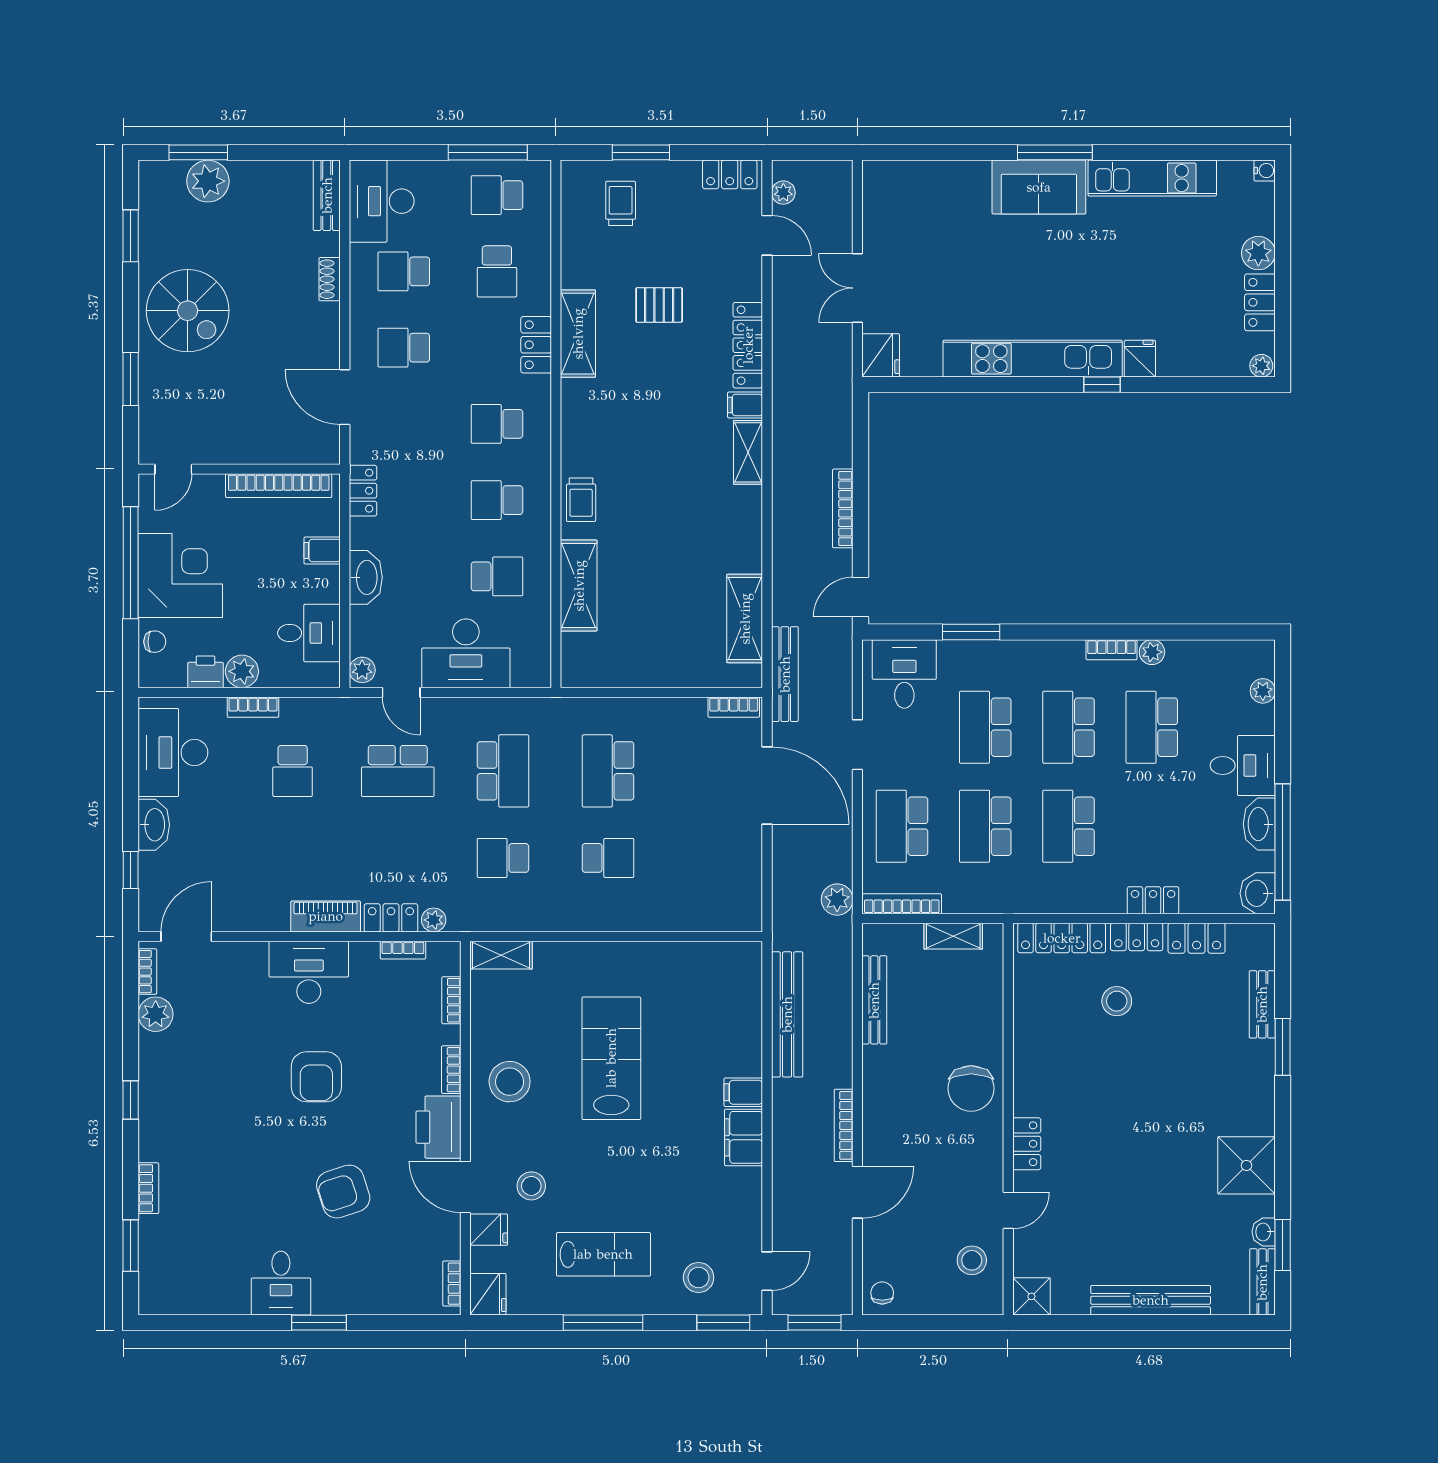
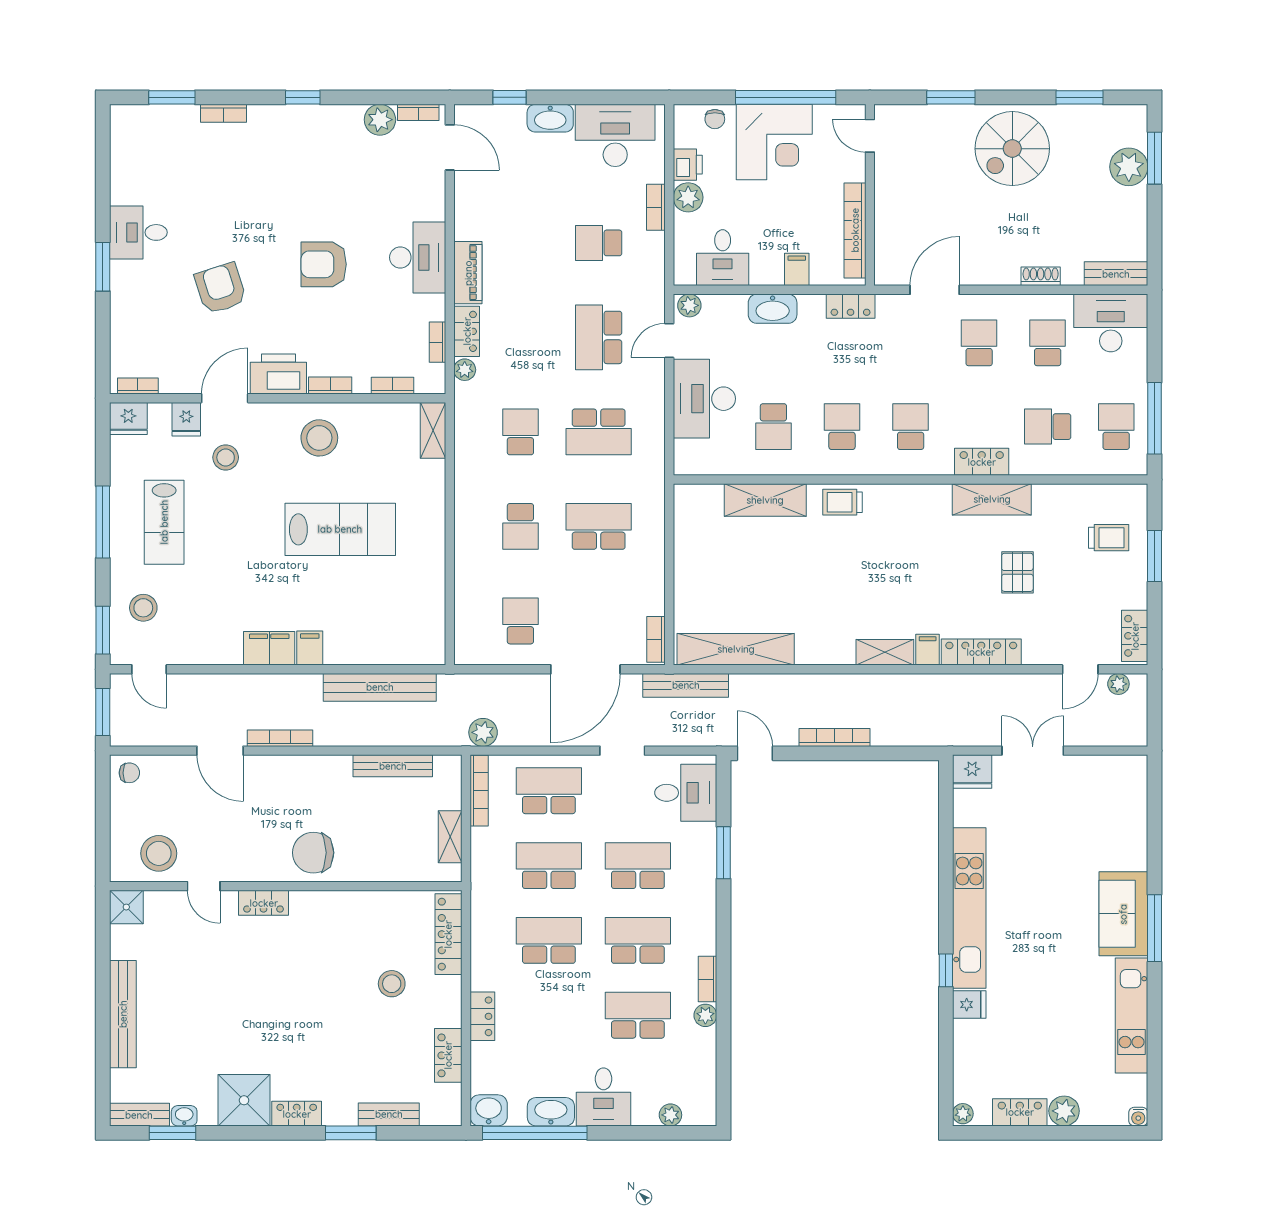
shelving: (745, 619) -> (736, 649), width x1.47
school desk: (713, 858) -> (520, 621), added
locker: (1137, 937) -> (297, 1114), moved, turned 90
stool: (972, 1260) -> (159, 853), width x1.38, depth x1.38

